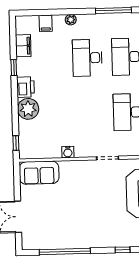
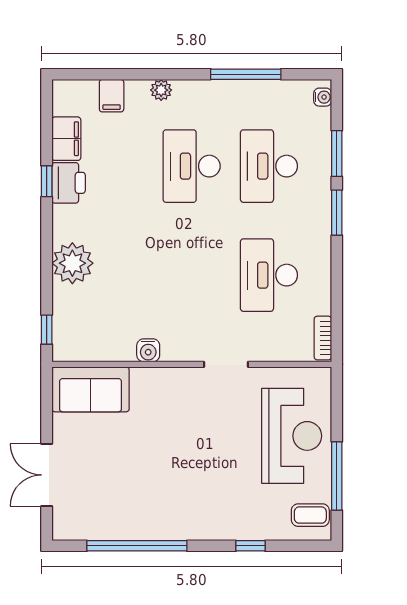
printer: (26, 87) -> (69, 183), moved

